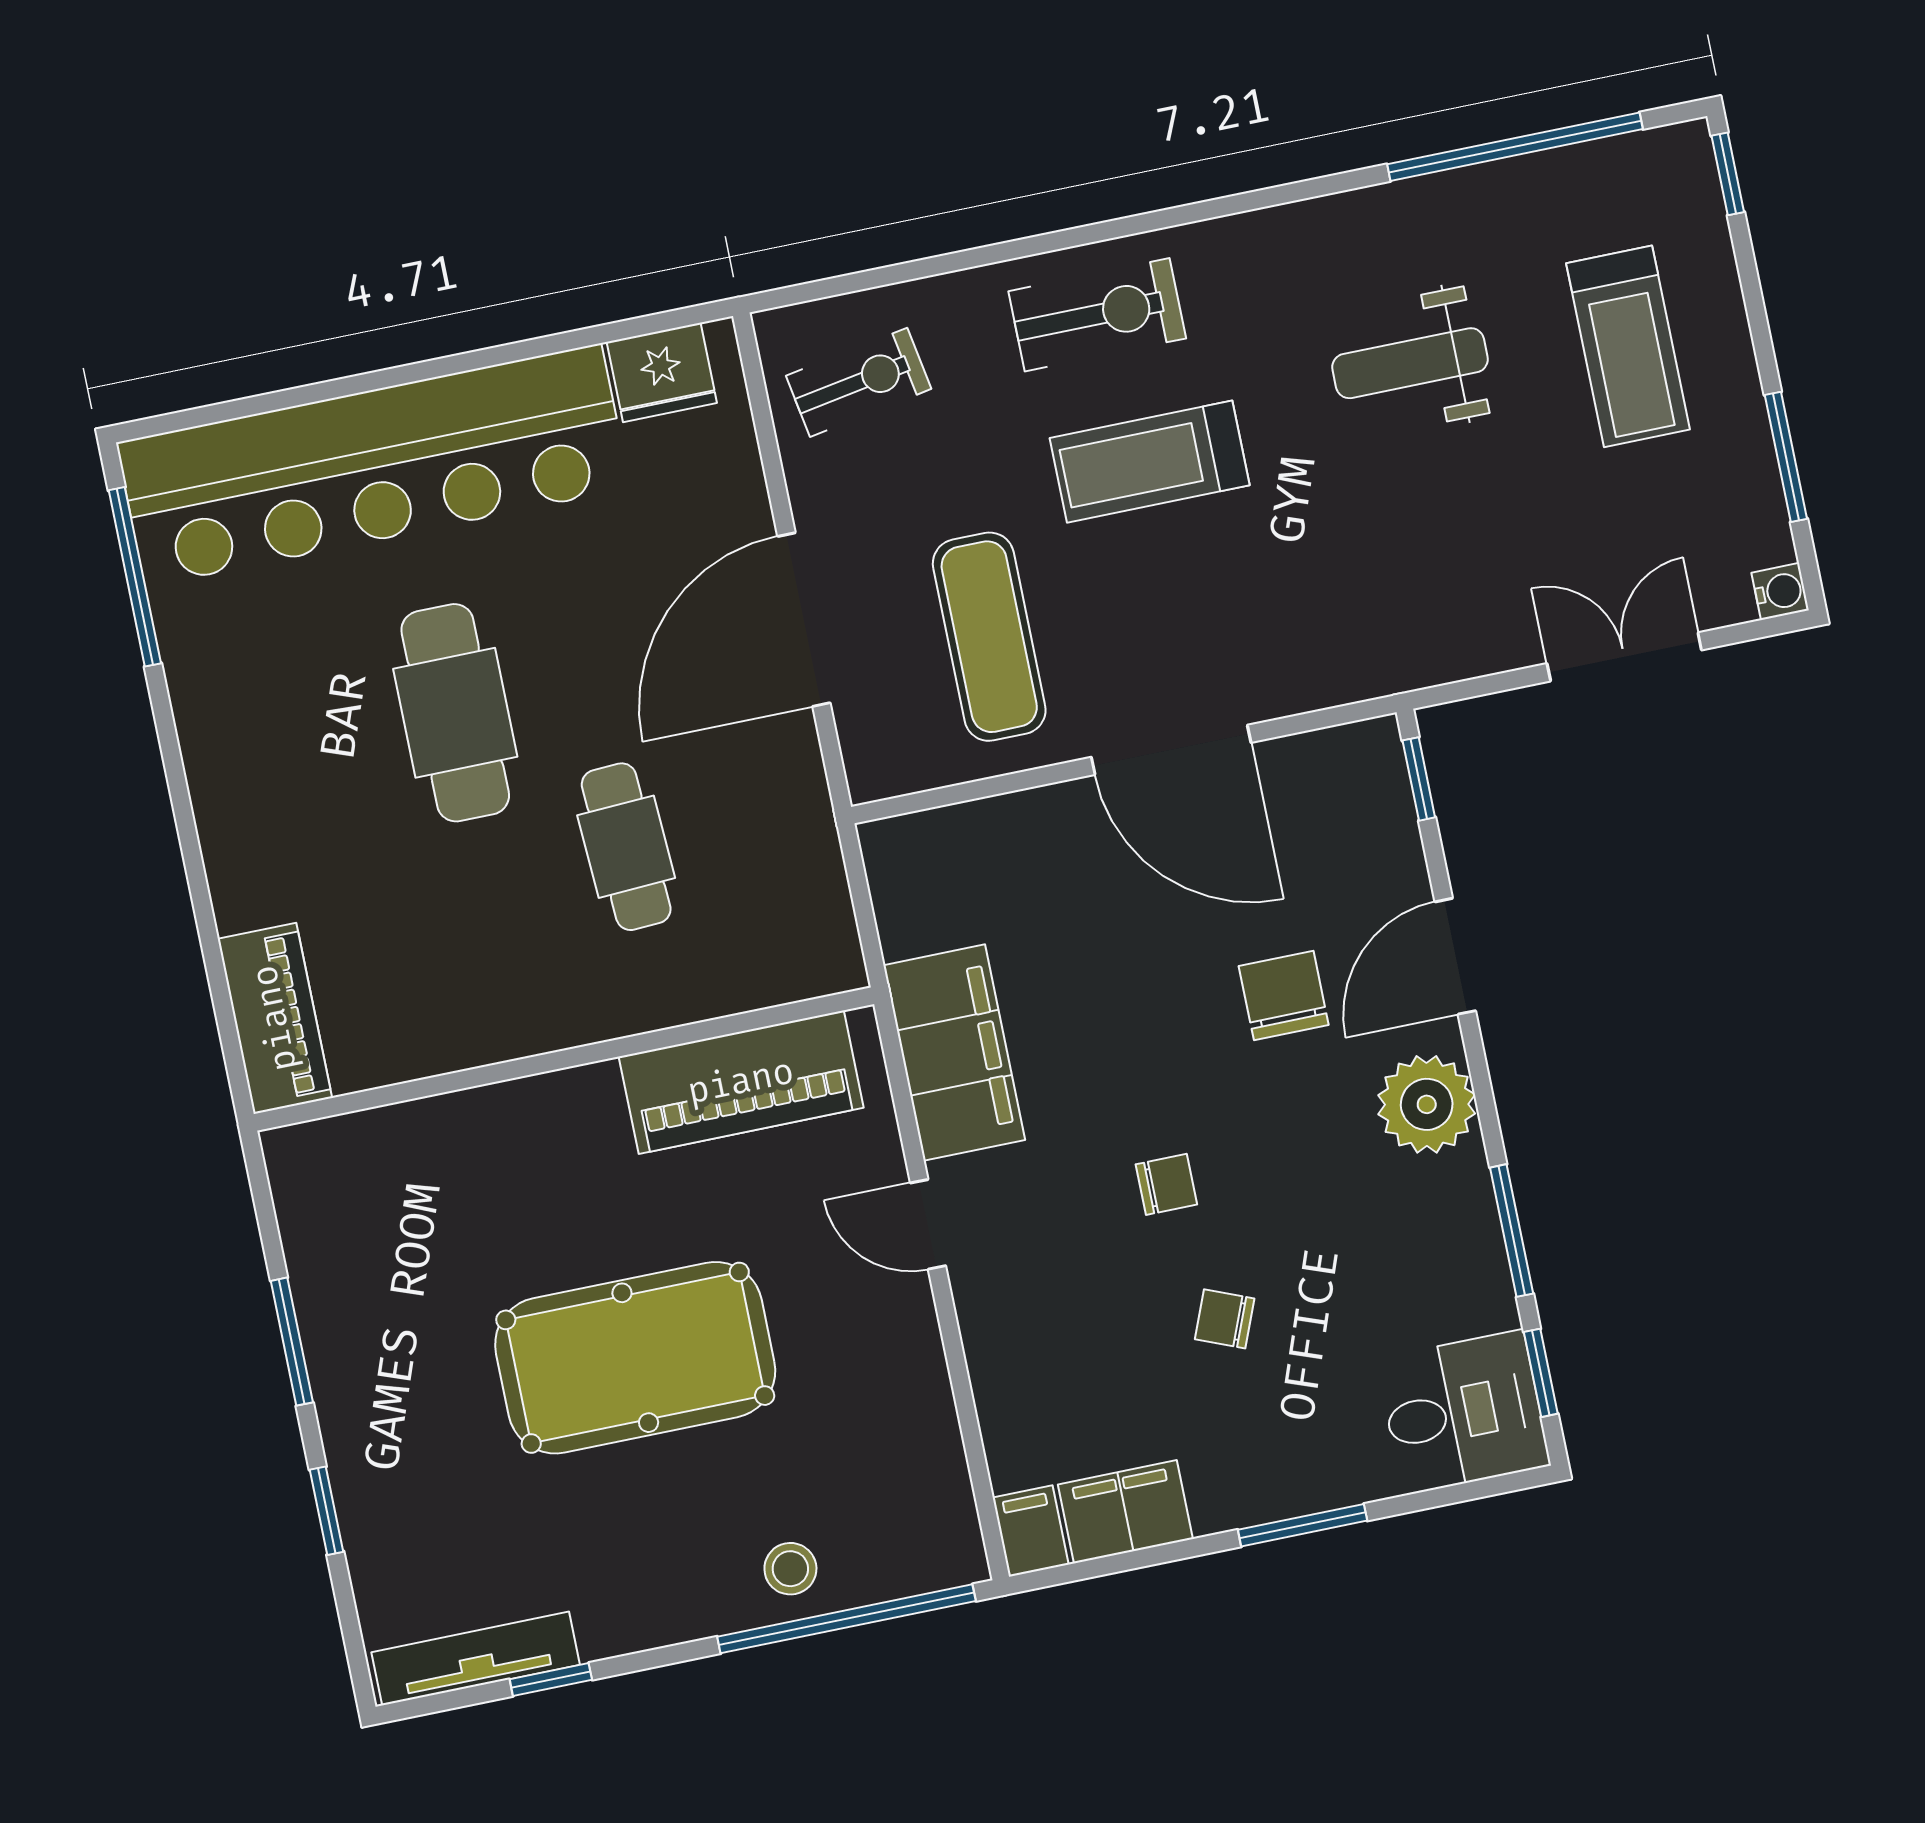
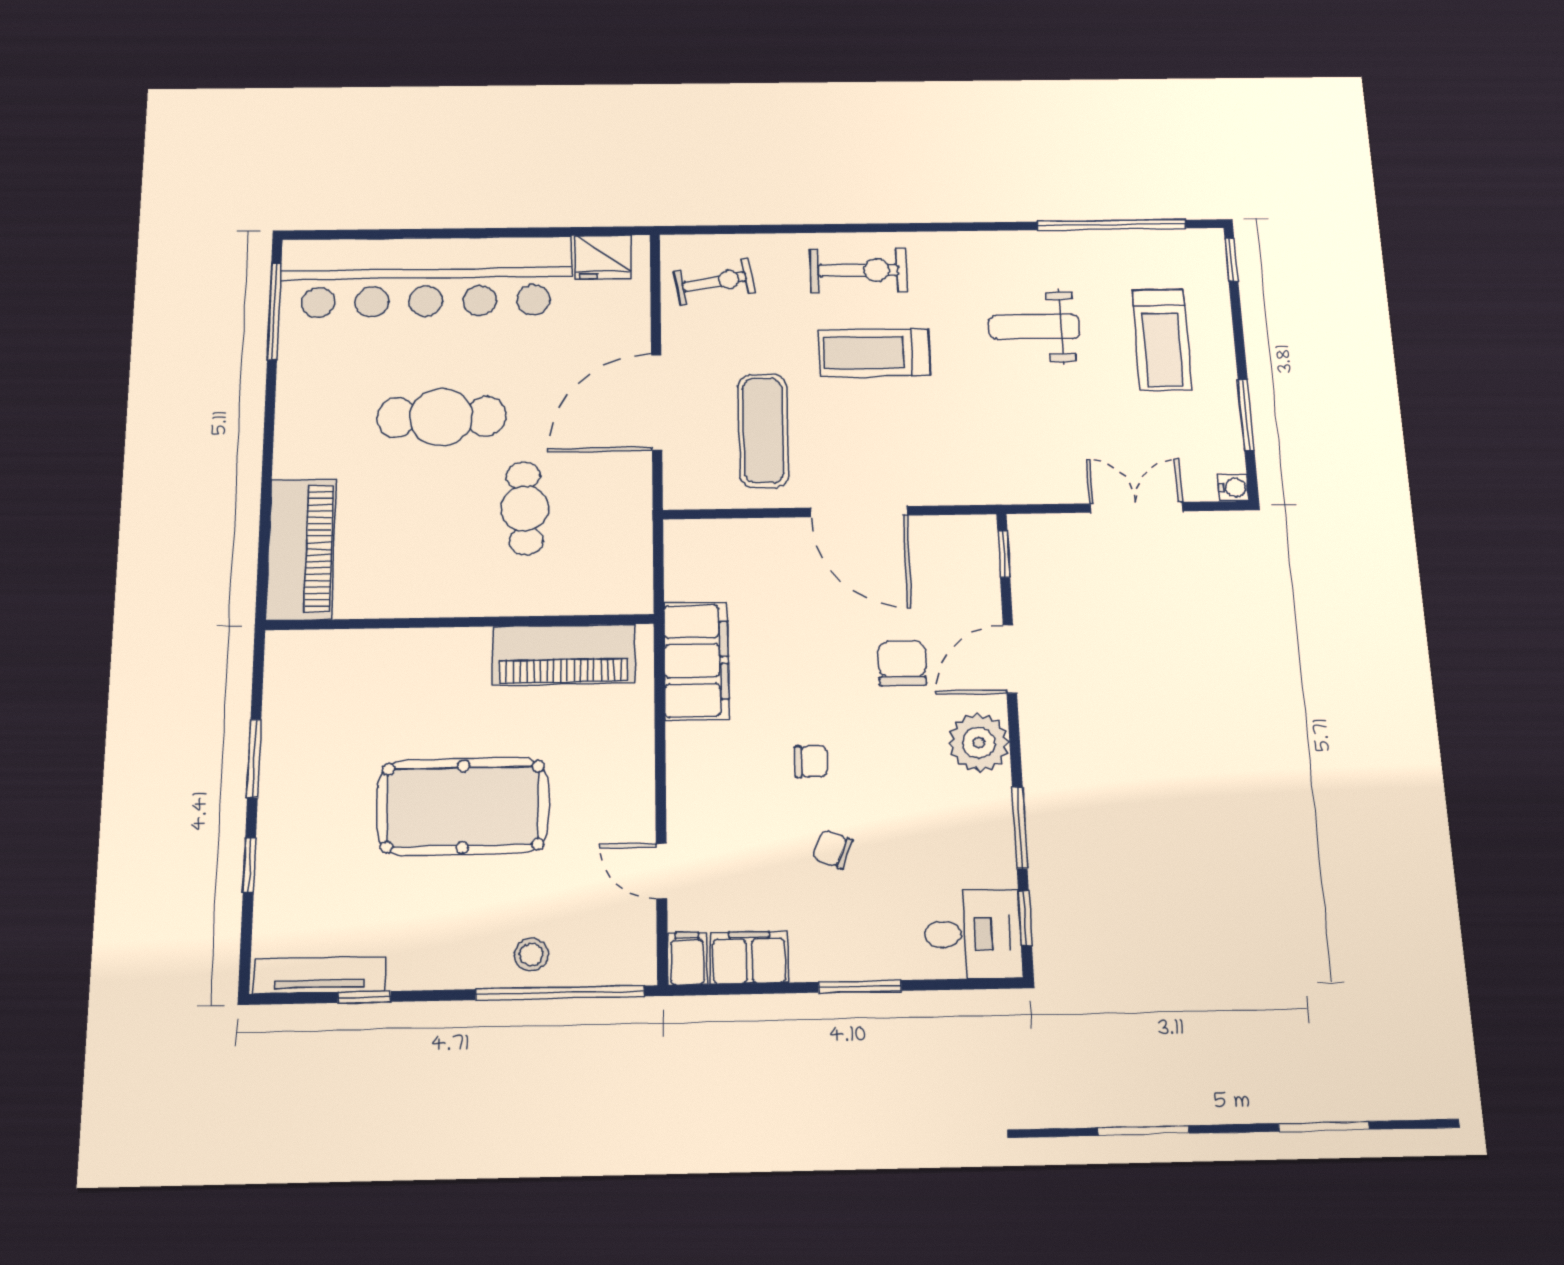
cafe table: (455, 713) -> (441, 417), turned 90
piano: (275, 1018) -> (301, 549), width x1.37, depth x1.33
door: (928, 1224) -> (661, 871), moved

